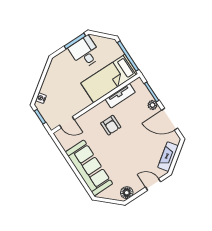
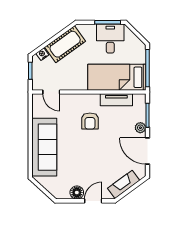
cot: (53, 79) -> (65, 44), added
door: (153, 184) -> (93, 201), hinge flipped
floor lamp: (127, 193) -> (77, 193), moved

